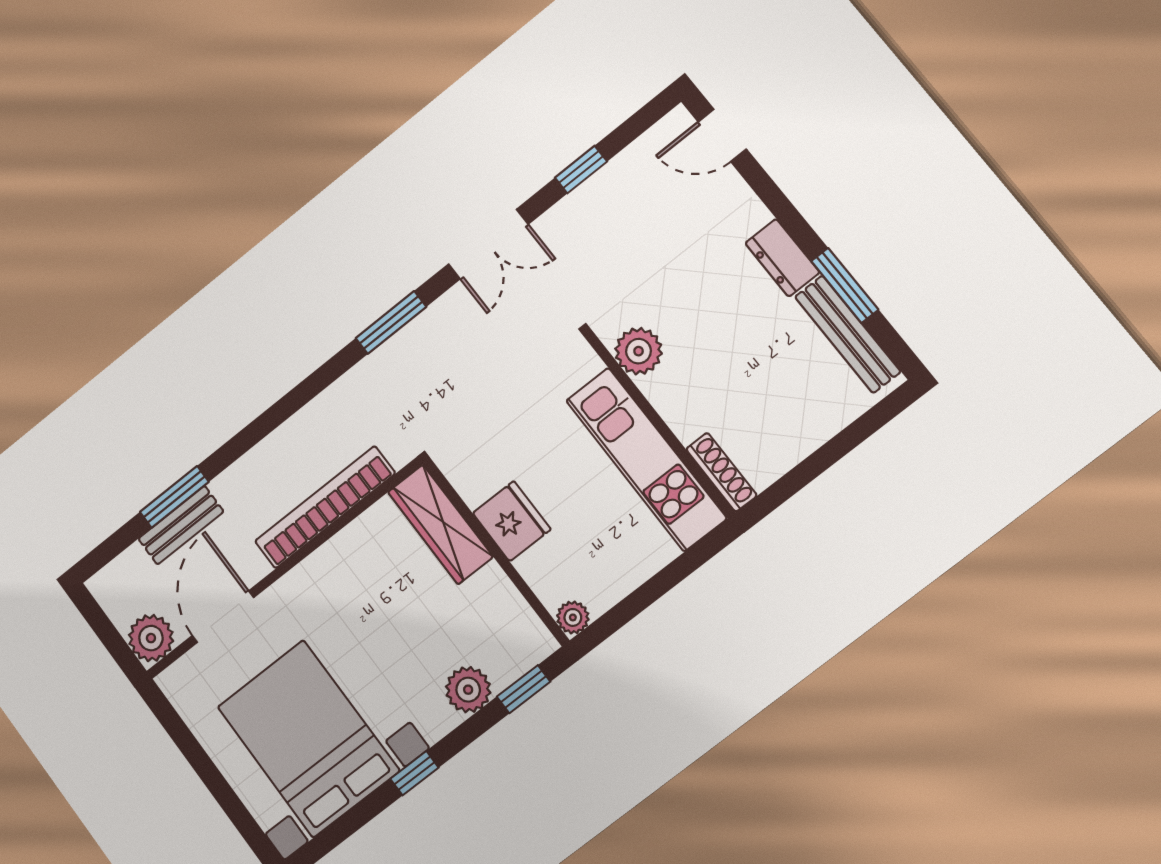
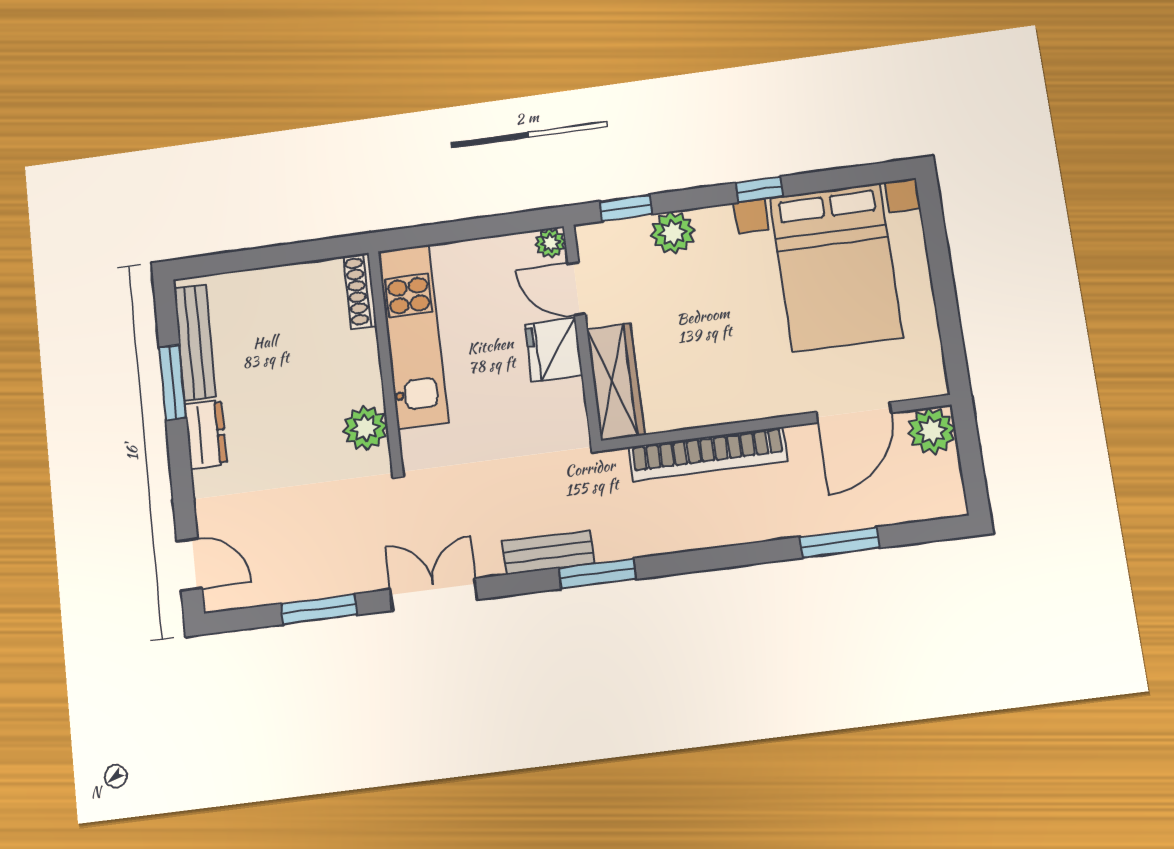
window: (581, 170) -> (319, 609), width x1.50
window: (391, 322) -> (597, 574), moved
bench: (181, 525) -> (548, 553), moved
door: (524, 589) -> (577, 289), added

